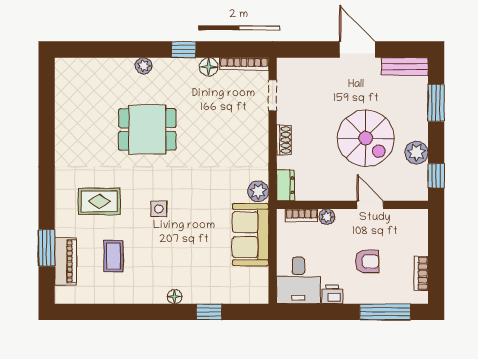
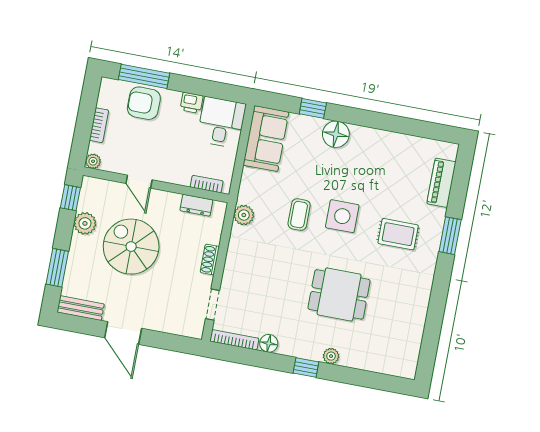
window: (184, 50) -> (306, 368), moved
dresser: (285, 185) -> (196, 205), moved, turned -90
side table: (159, 209) -> (342, 216), width x1.87, depth x1.87
plant: (327, 217) -> (93, 161), moved
sofa: (251, 235) -> (266, 139), moved
window: (47, 248) -> (450, 236), moved
coffee table: (113, 256) -> (299, 215), moved
armchair: (367, 261) -> (144, 103), moved, width x1.38, depth x1.38
bookcase: (421, 273) -> (99, 125), moved
floor lamp: (175, 297) -> (336, 134), width x1.89, depth x1.89

